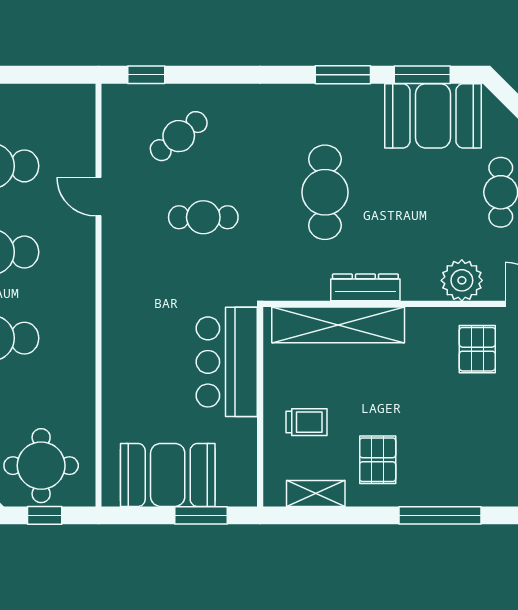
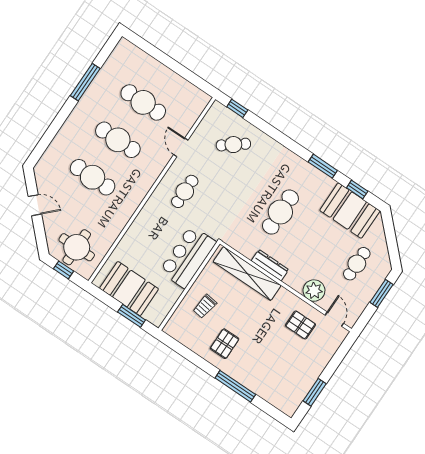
window: (422, 75) -> (357, 190), width x0.67
cafe table: (203, 217) -> (185, 191), moved, turned 90
pallet: (477, 349) -> (300, 325), turned 90
trolley: (306, 422) -> (205, 306), turned 98
shelving: (316, 493) -> (188, 340), removed

